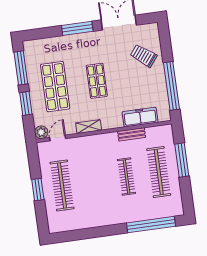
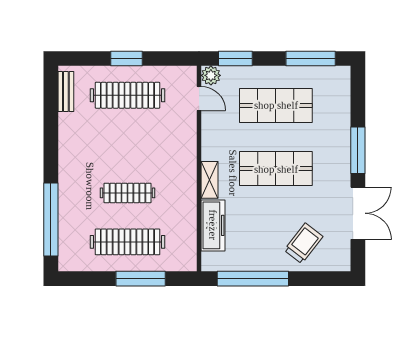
shop shelf: (97, 81) -> (276, 169), width x1.43, depth x1.36
window: (26, 103) -> (235, 59), moved
shelving: (89, 127) -> (209, 180), moved
bench: (132, 134) -> (66, 91), moved

